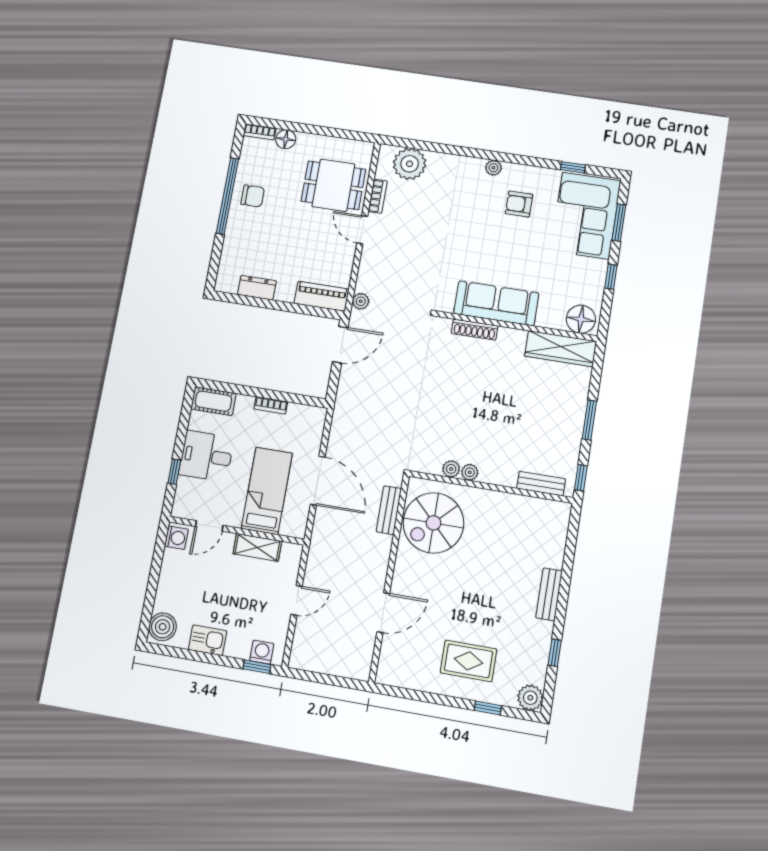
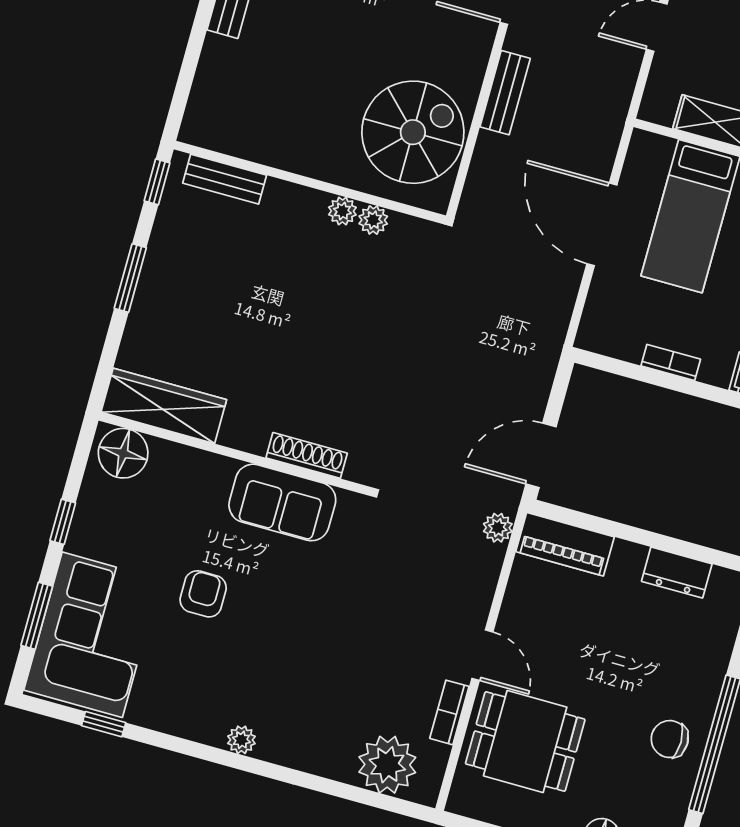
armchair: (519, 204) -> (203, 594), moved, turned -90
sofa: (496, 303) -> (282, 502), width x0.73
bench: (389, 510) -> (505, 93), moved

